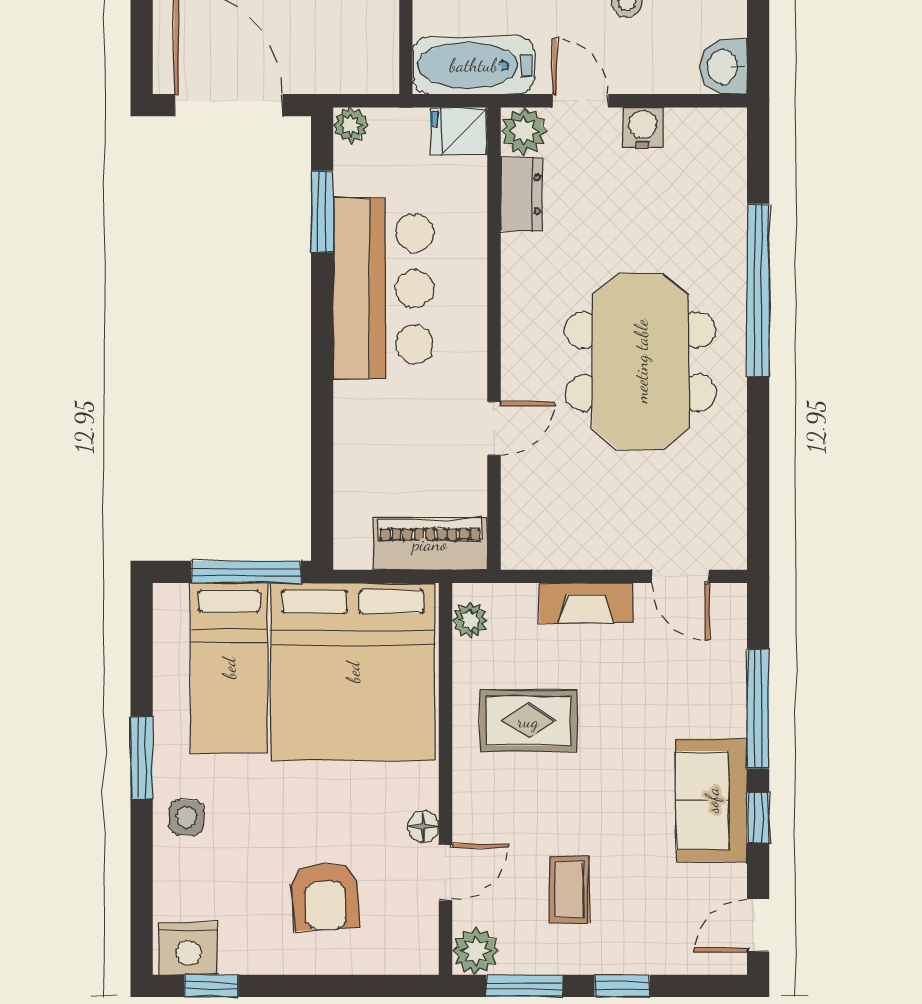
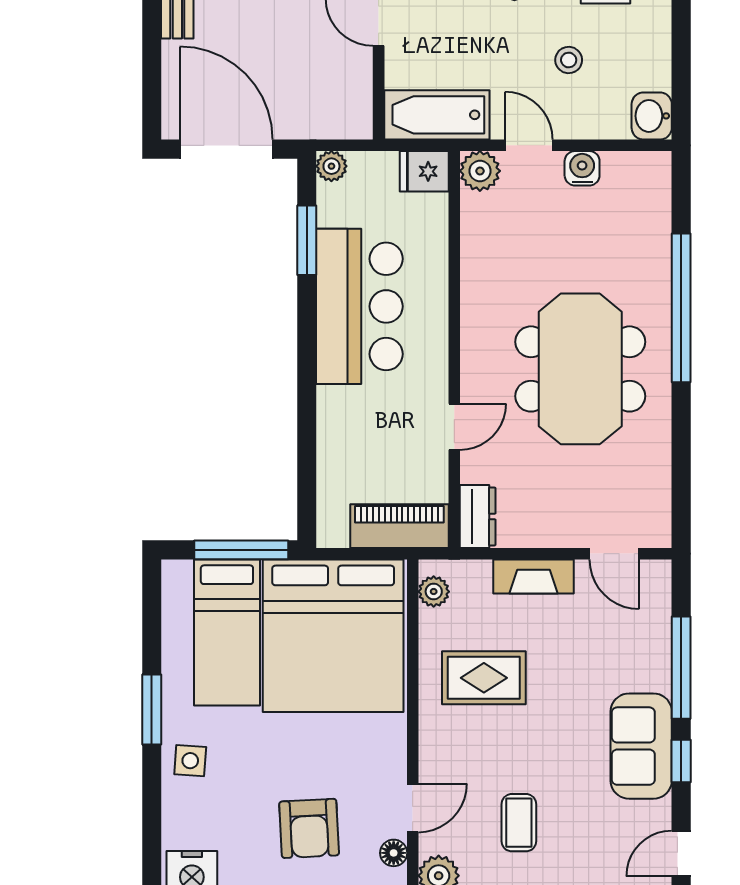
dresser: (521, 194) -> (478, 516), moved
floor lamp: (423, 826) -> (394, 853), moved

